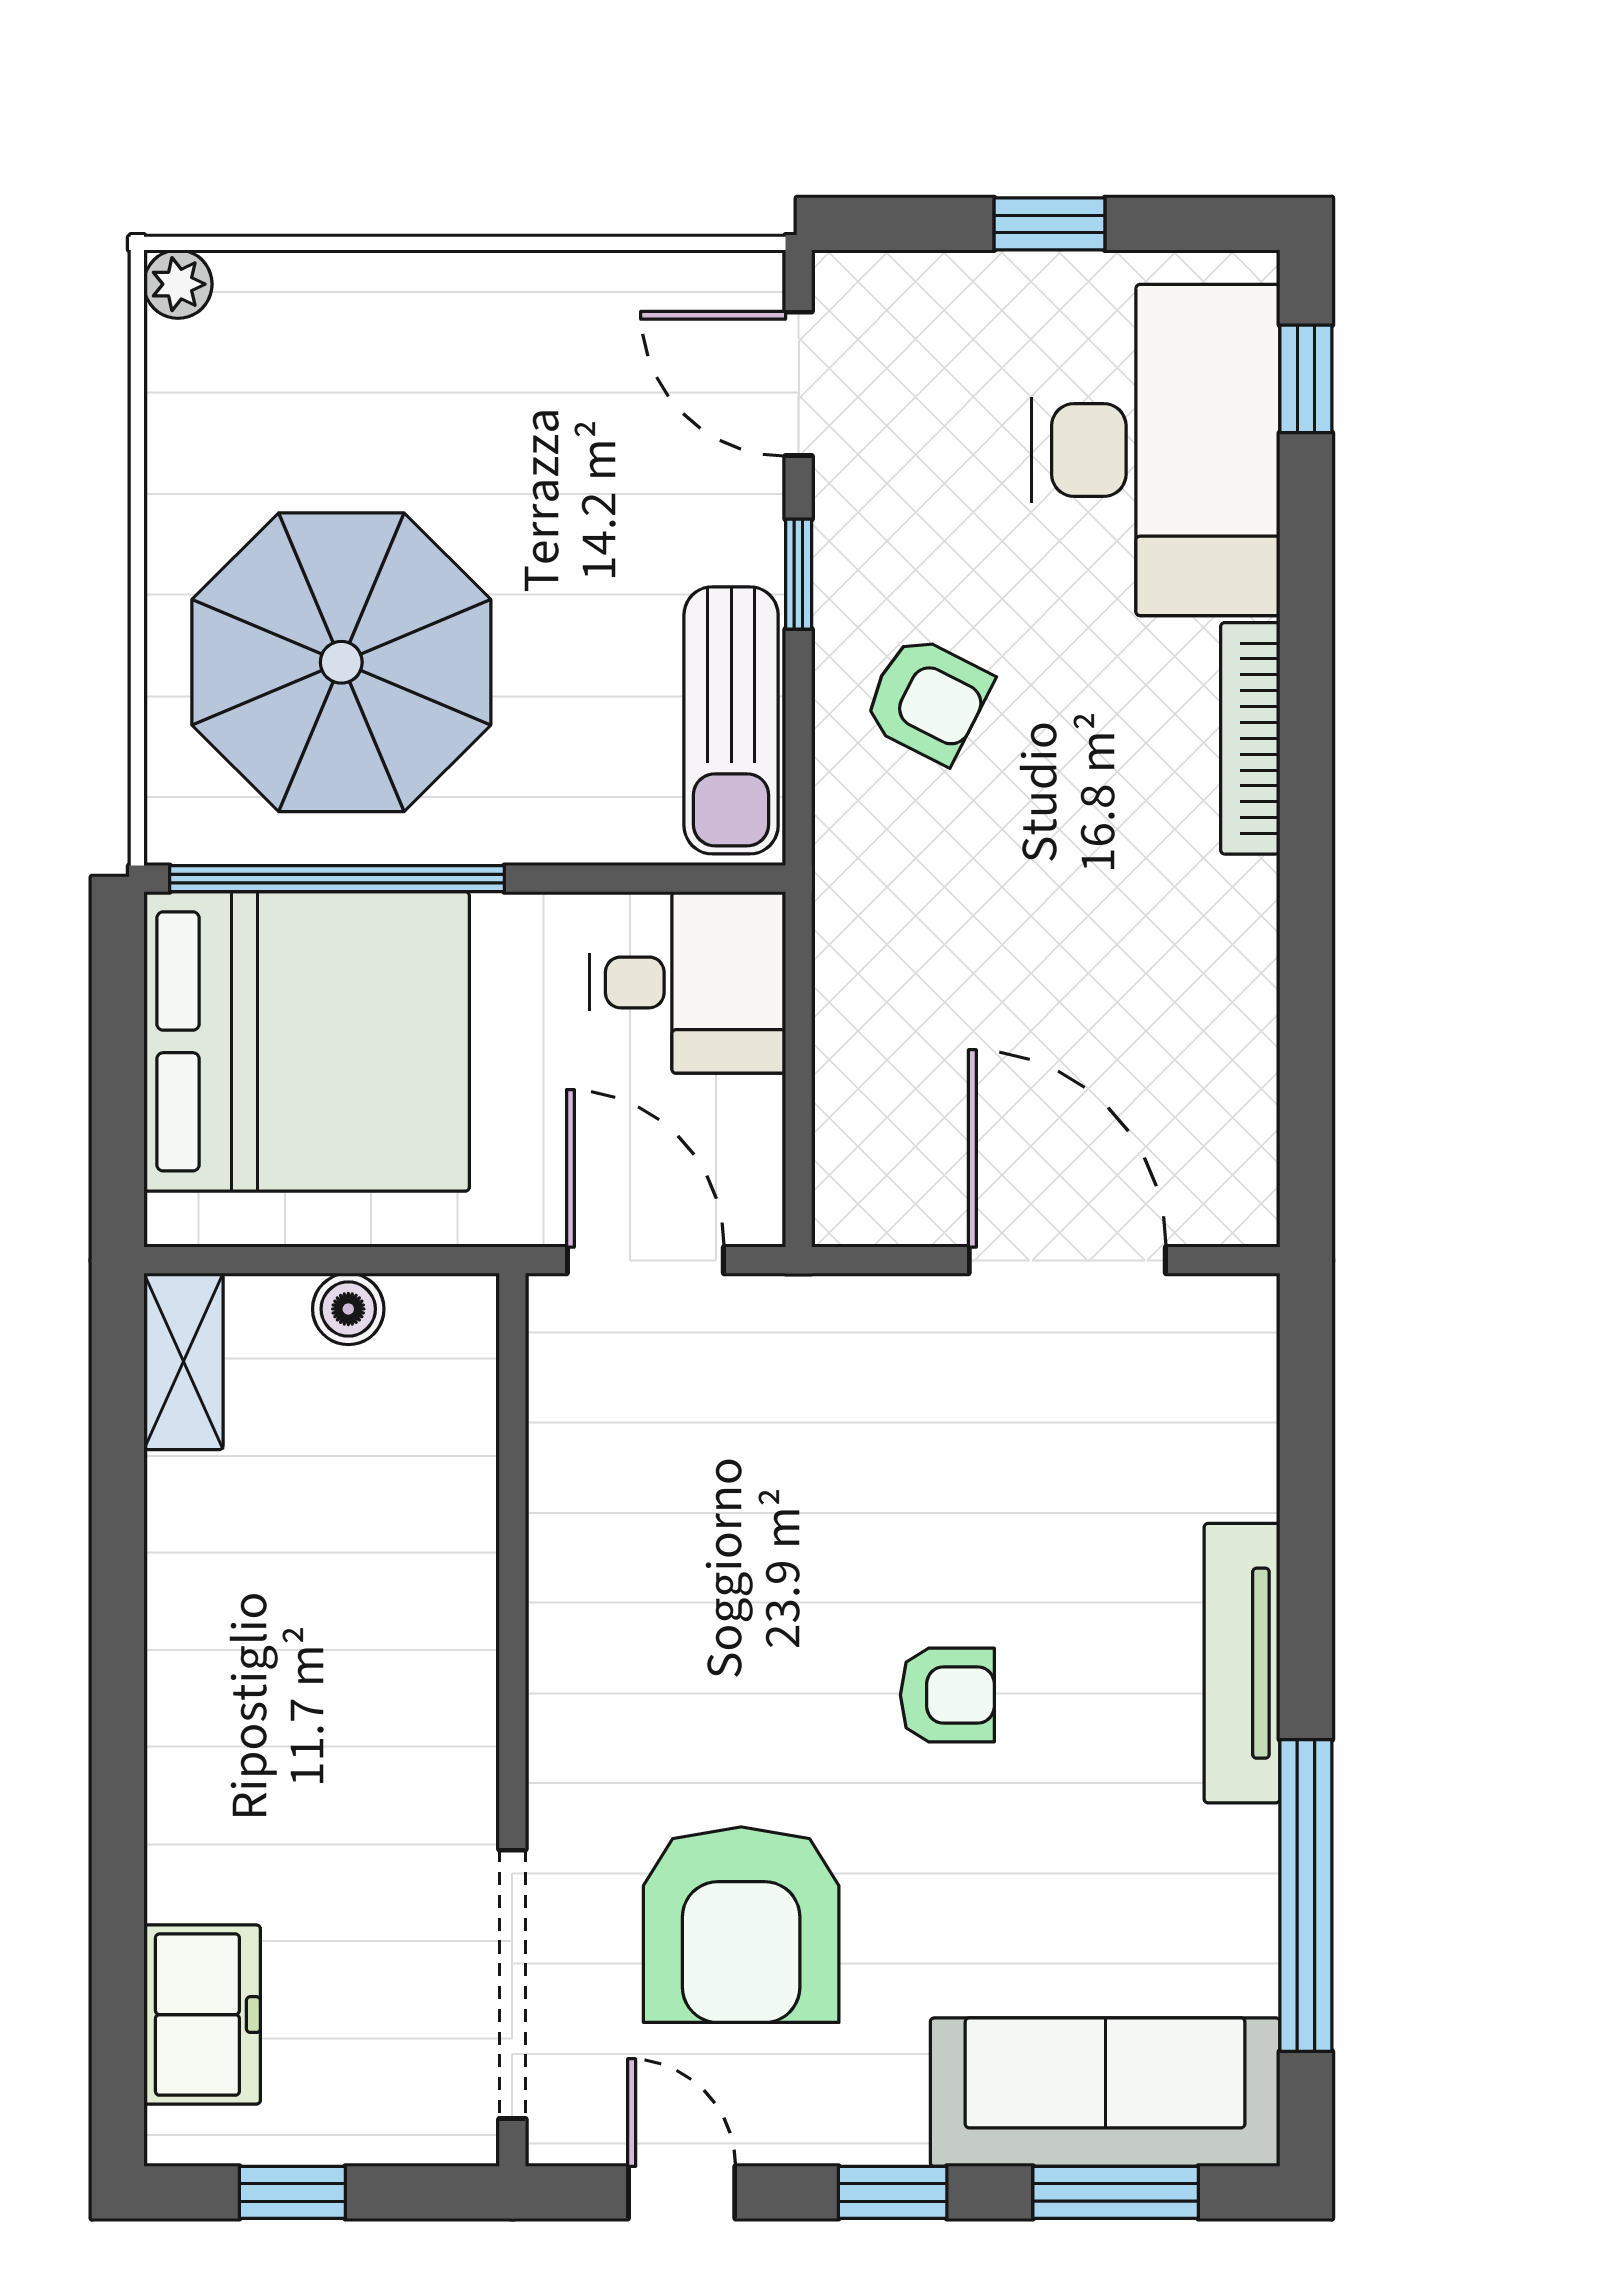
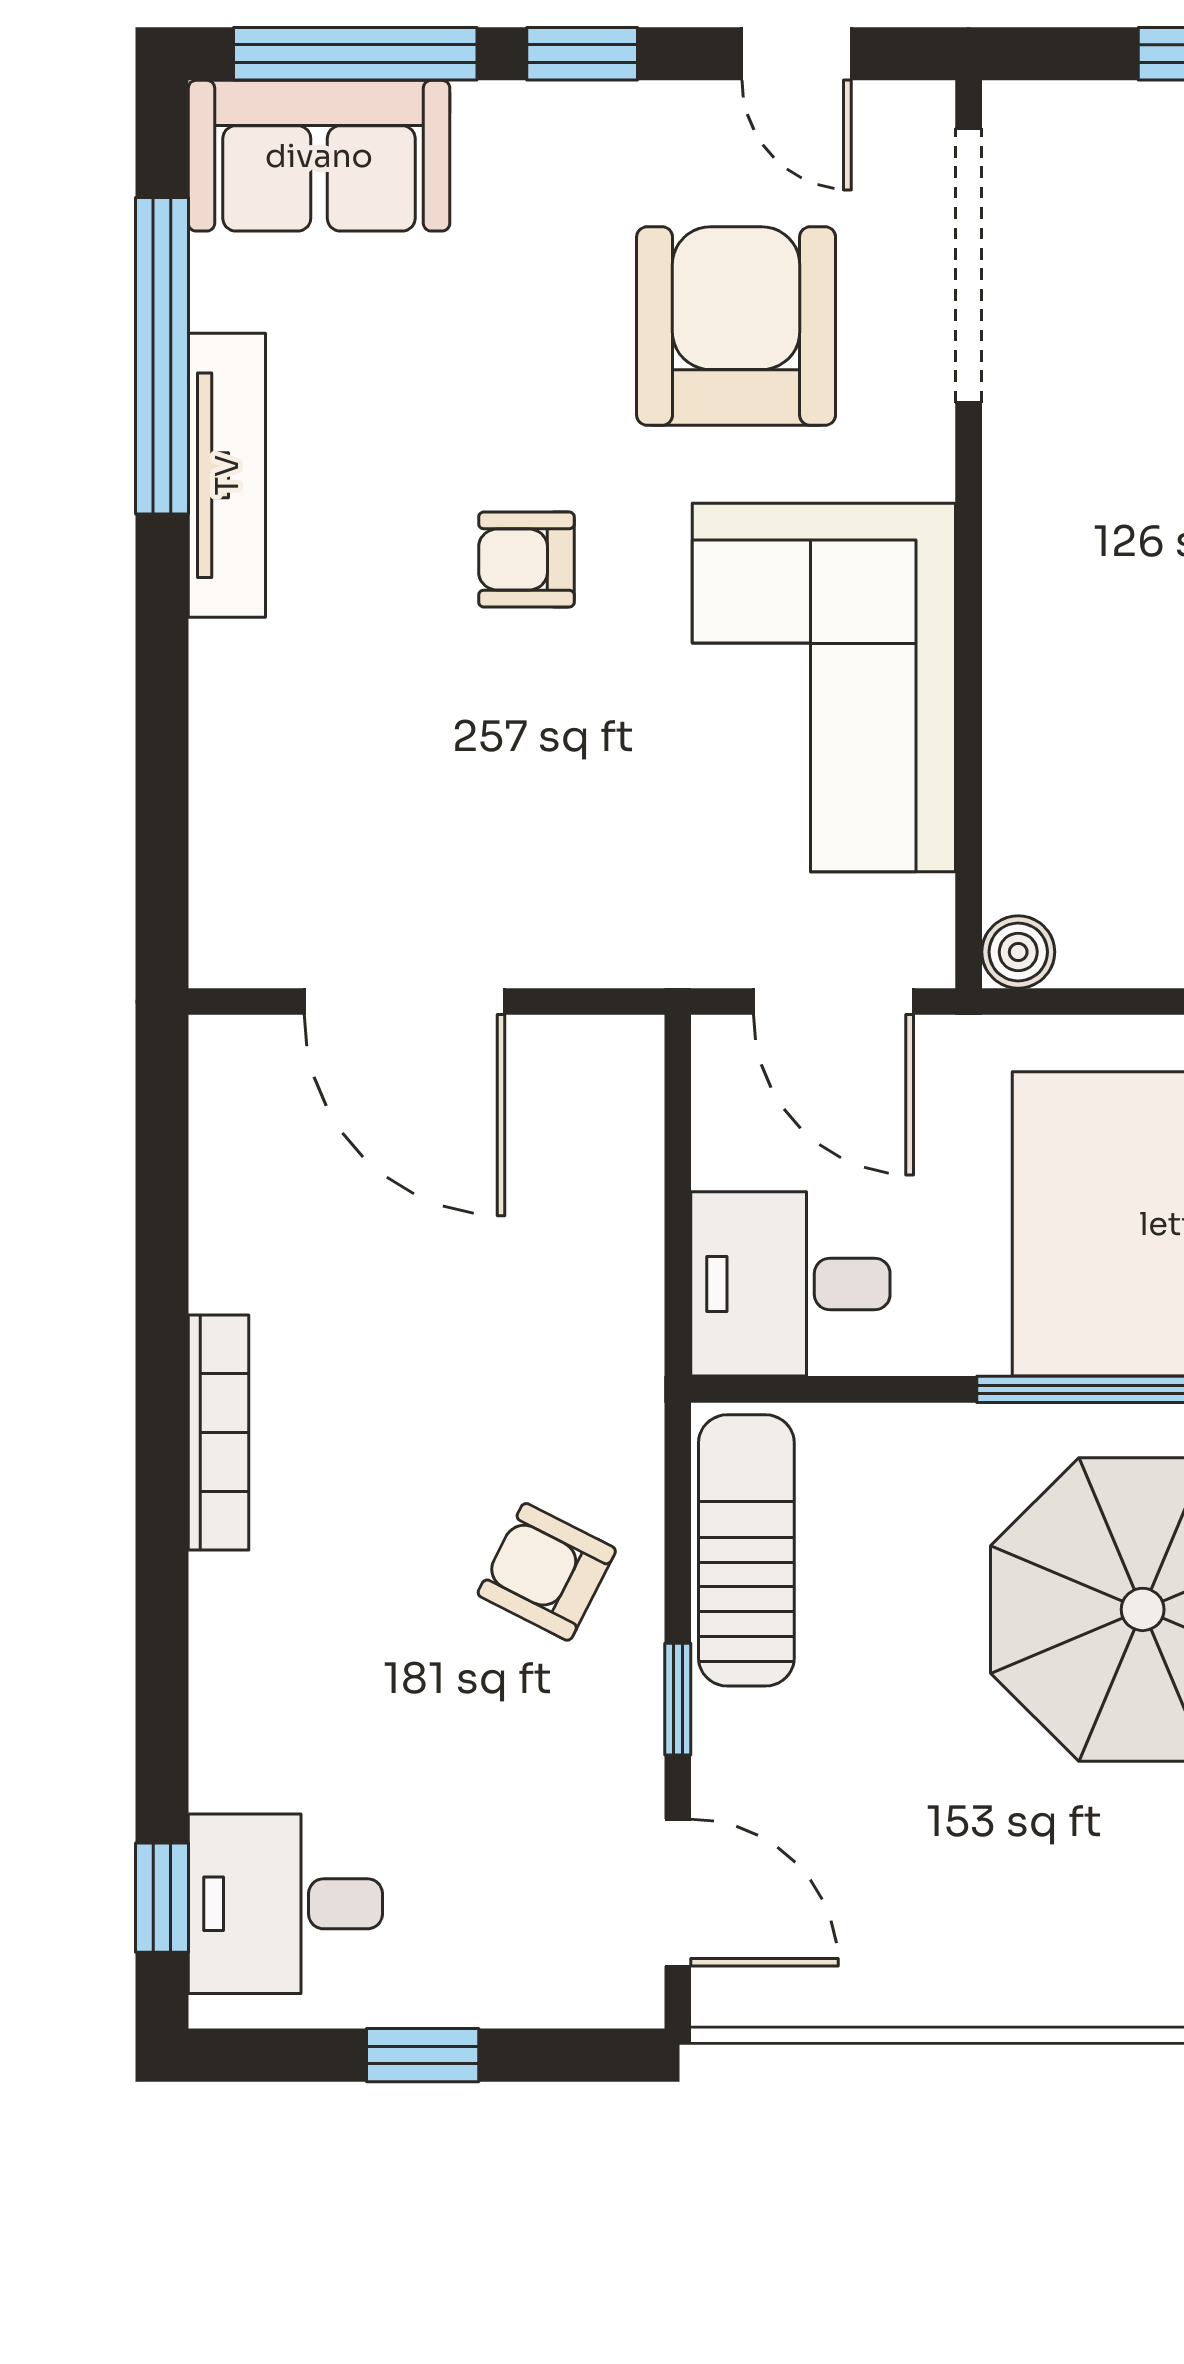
desk: (1156, 450) -> (285, 1904), width x0.53, depth x0.77
bookcase: (1250, 738) -> (219, 1433), moved
boiler: (348, 1309) -> (1018, 952), moved
corner sofa: (655, 1569) -> (824, 687), added
tv unit: (1242, 1663) -> (227, 475), moved
sofa: (1105, 2092) -> (319, 156), width x0.73
window: (1116, 2192) -> (355, 54), width x1.44

